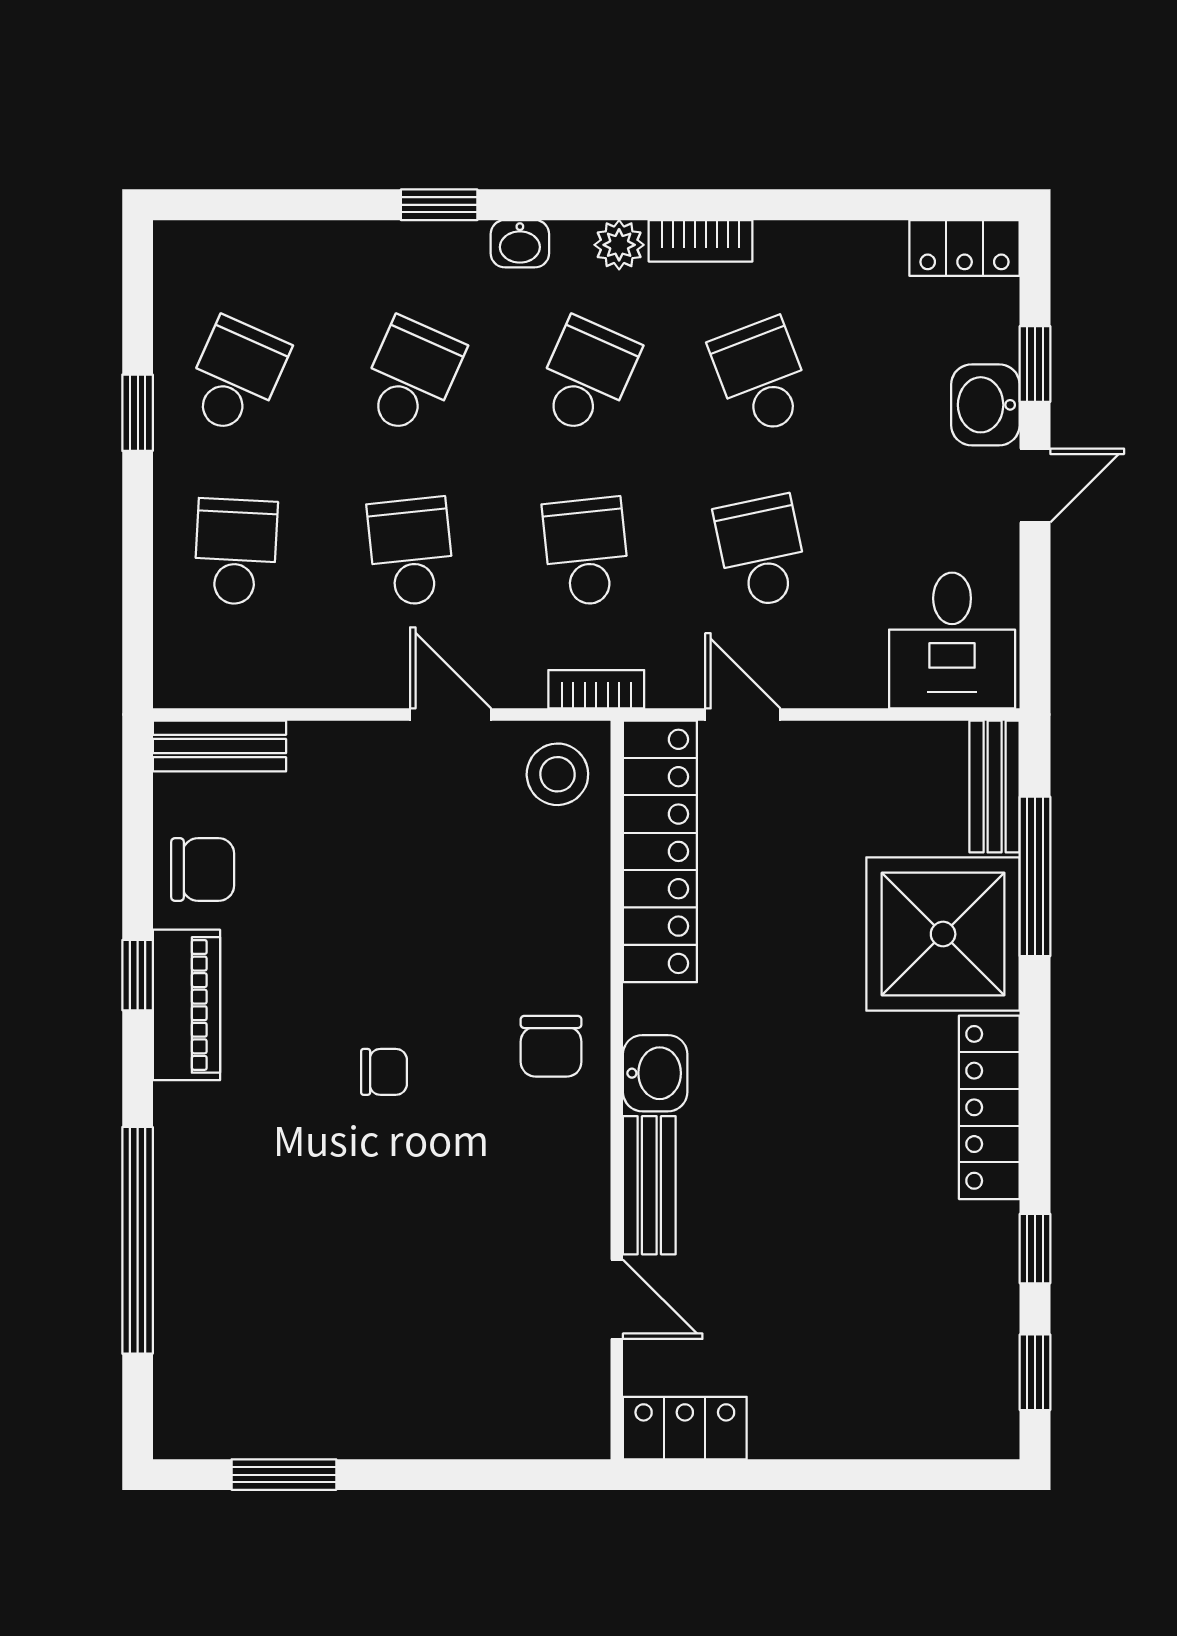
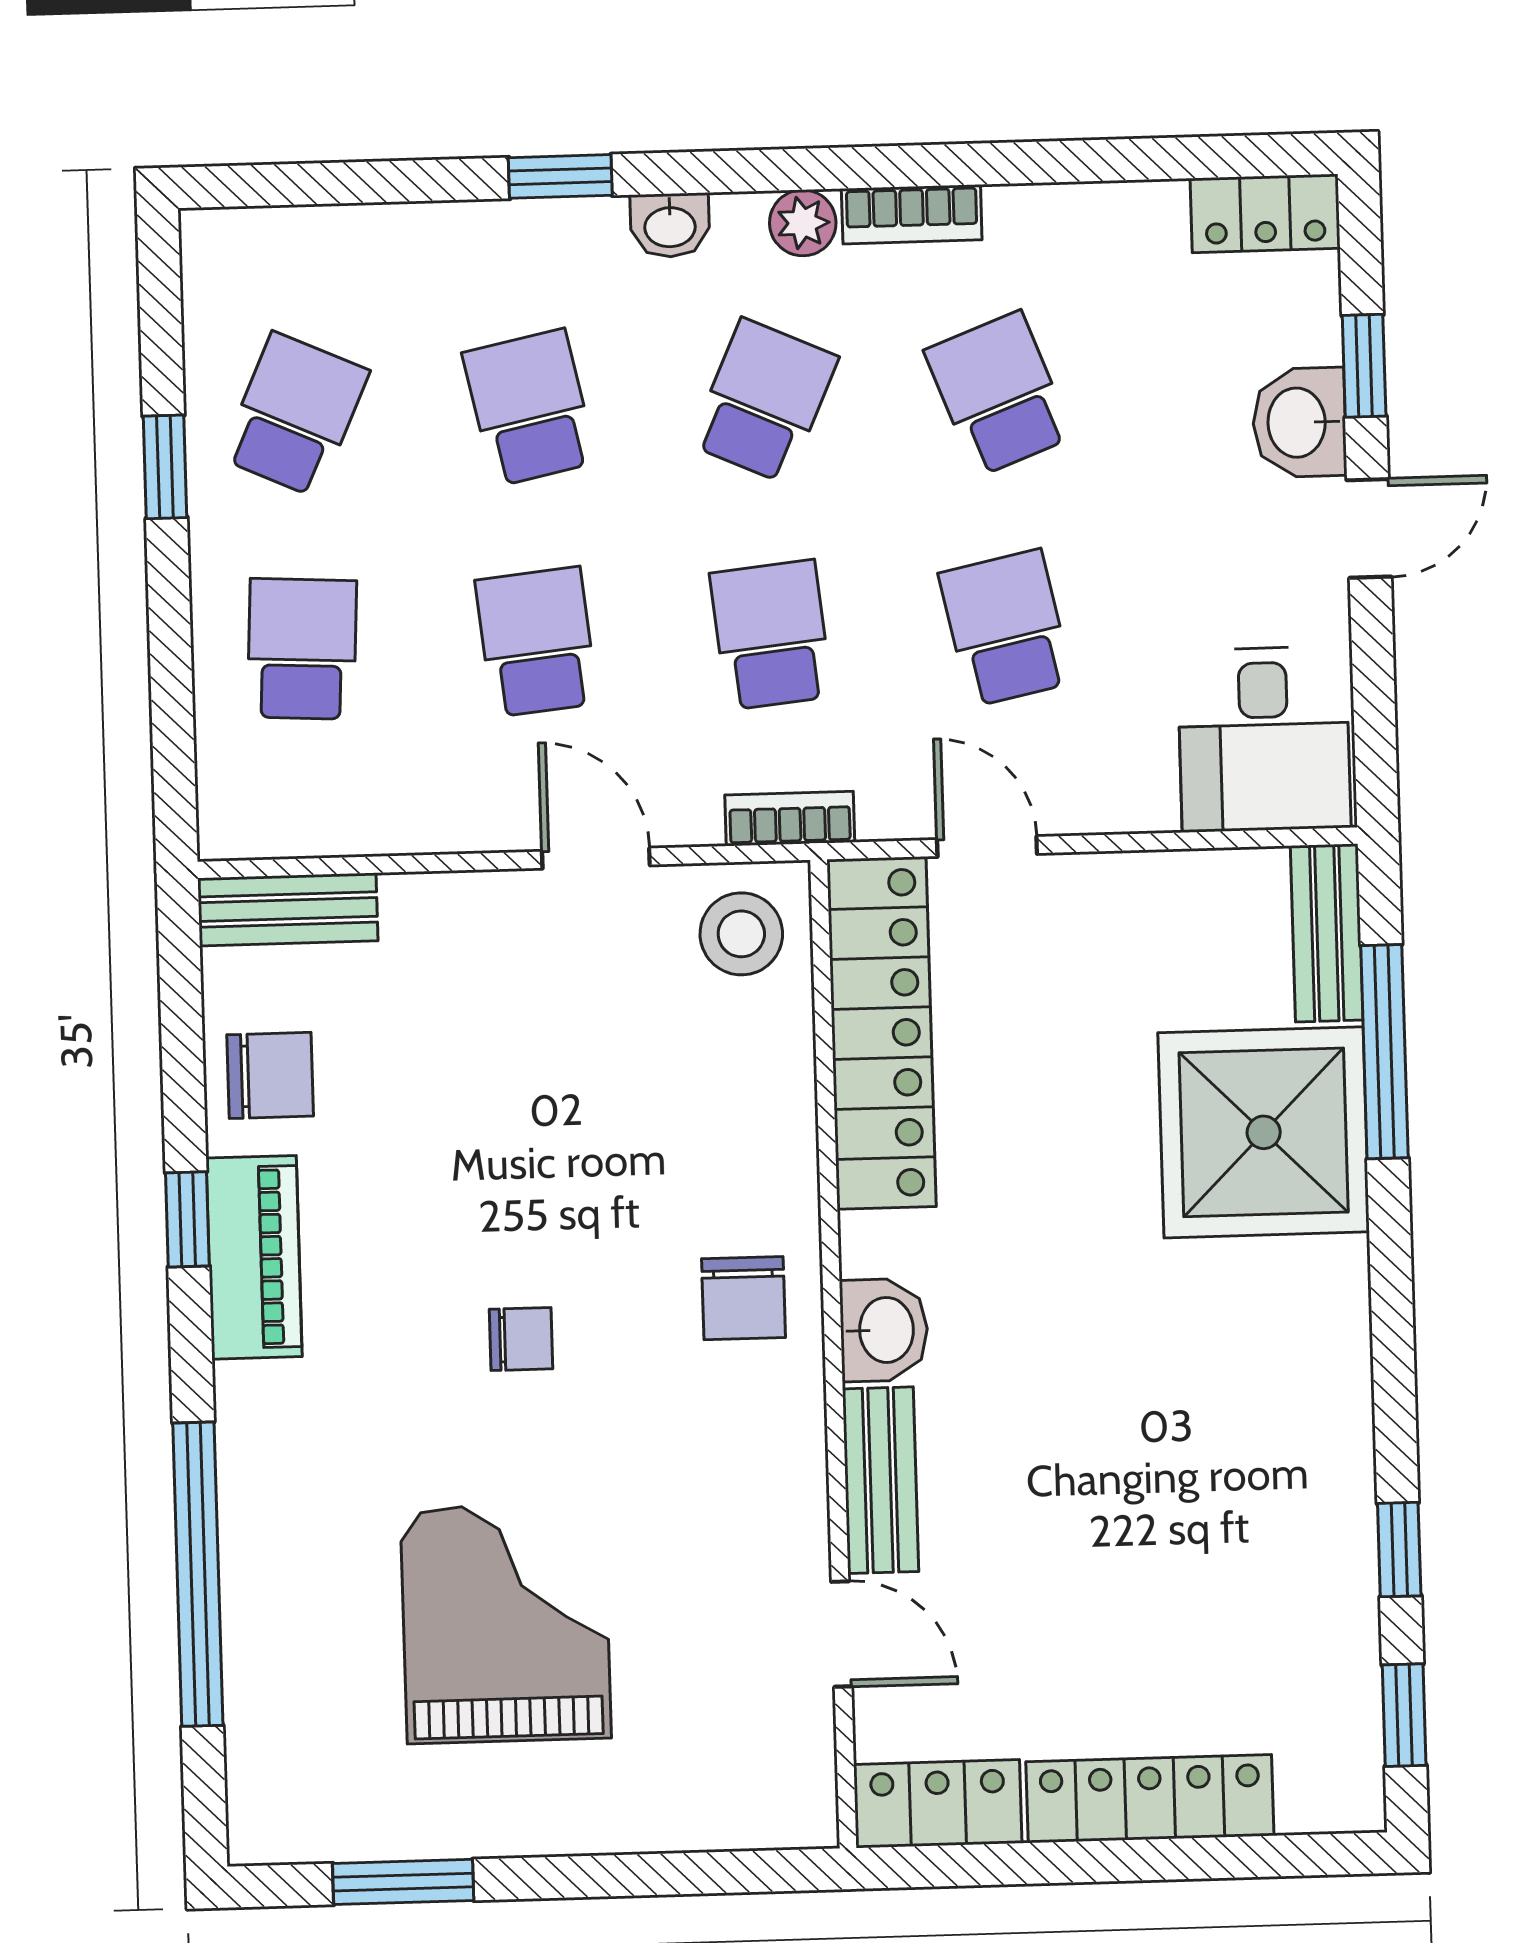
school desk: (411, 377) -> (530, 408), turned -36
locker: (989, 1107) -> (1150, 1799), moved, turned 90
grand piano: (366, 1284) -> (506, 1623), added

